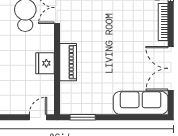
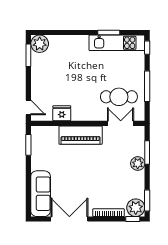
piano: (68, 62) -> (81, 135), width x1.37, depth x1.33
fridge: (45, 63) -> (62, 113), moved

